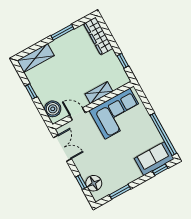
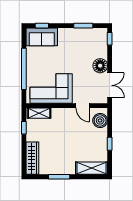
shelving: (99, 93) -> (39, 113), moved
window: (163, 134) -> (24, 69), moved
double door: (62, 148) -> (110, 85), swing flipped
window: (81, 182) -> (110, 39), moved
floor lamp: (94, 183) -> (100, 66), moved

